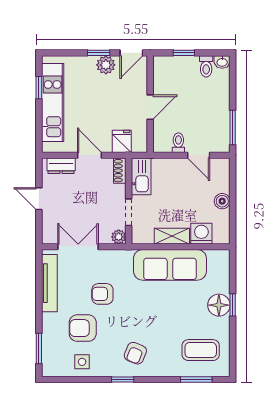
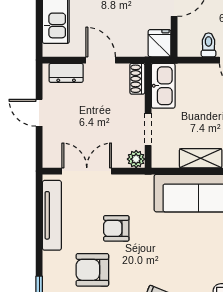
fridge: (122, 141) -> (160, 43), moved

